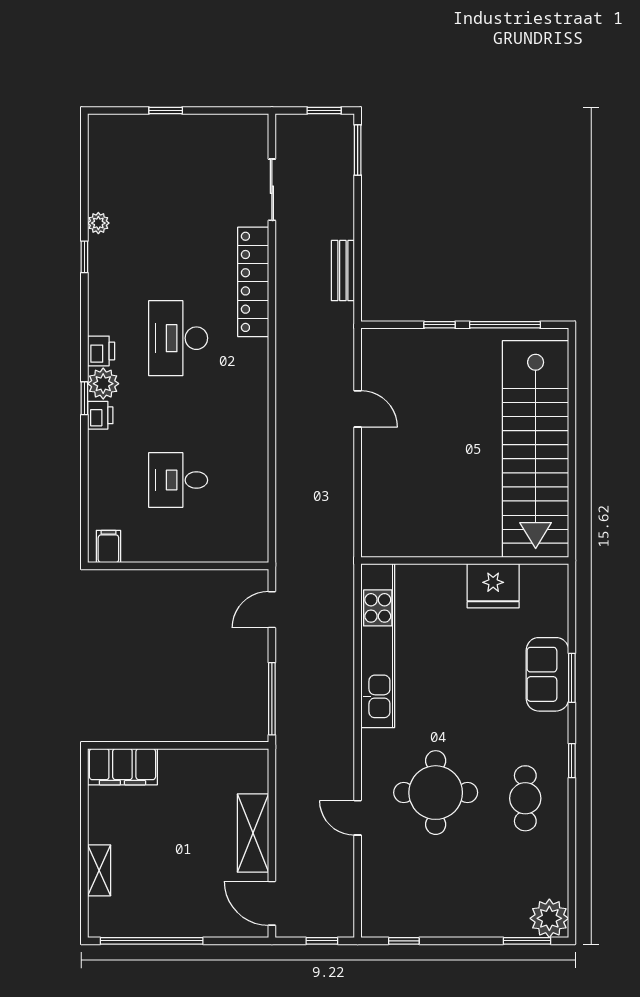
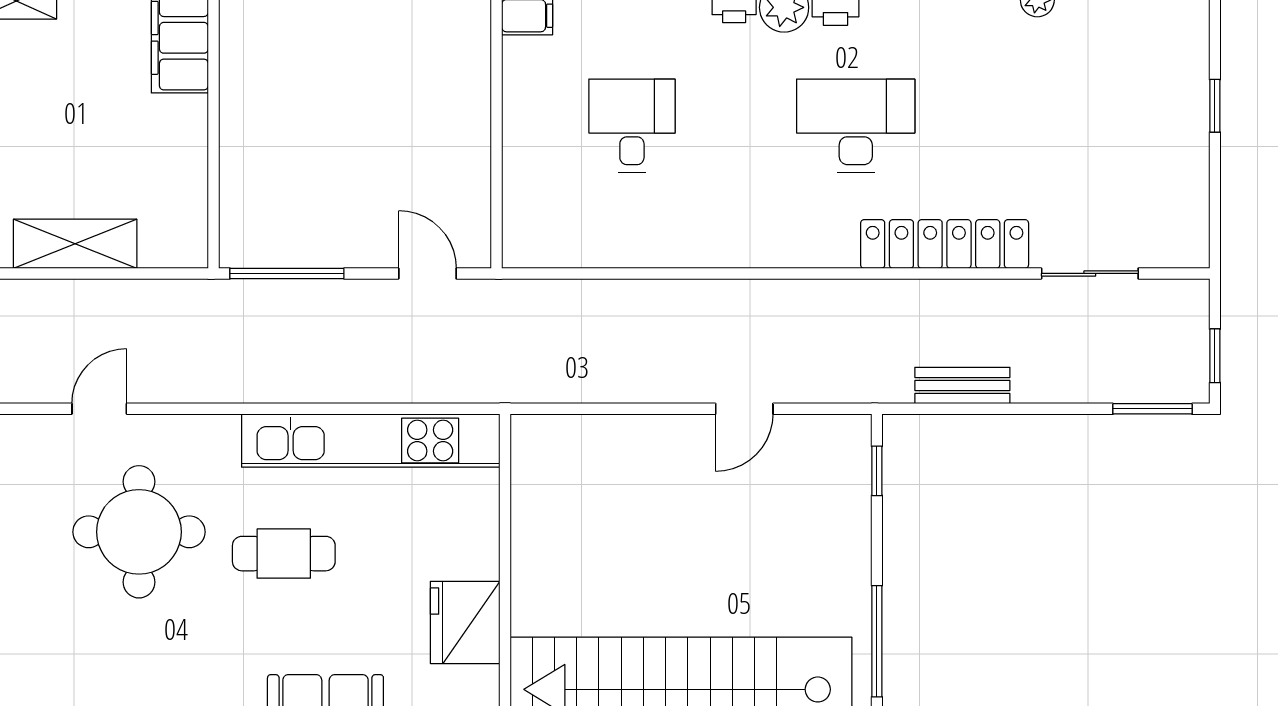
window: (440, 325) -> (877, 471), moved
cafe table: (525, 798) -> (284, 554), moved

